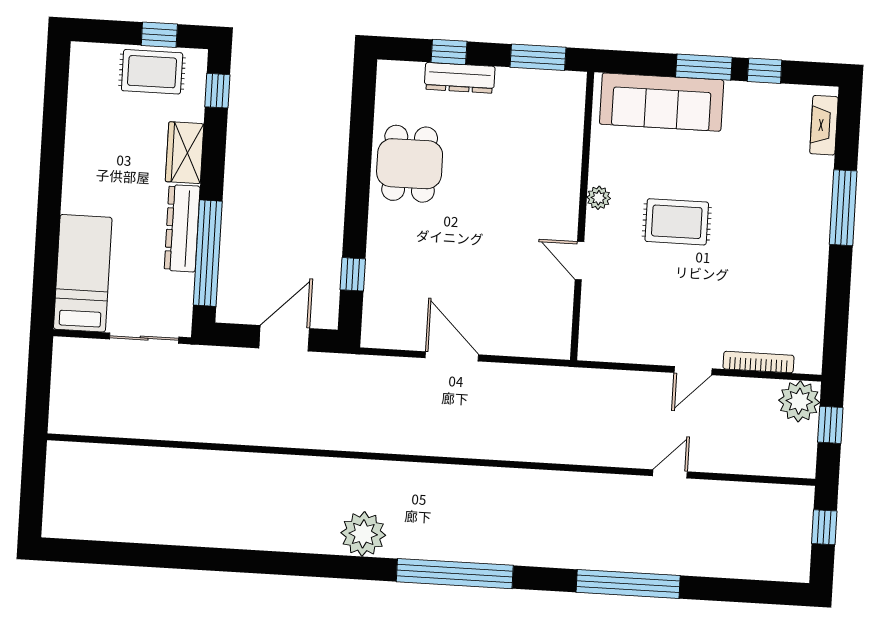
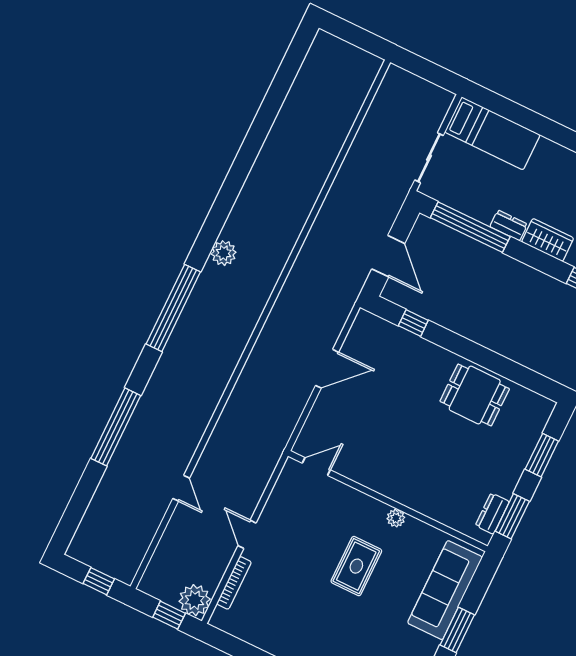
window: (449, 52) -> (542, 455), width x1.50
dresser: (460, 78) -> (492, 514), moved, width x0.70
dresser: (182, 228) -> (509, 225), width x0.51, depth x0.80
door: (579, 261) -> (316, 466), moved
plant: (363, 534) -> (224, 253), width x0.73, depth x0.73

